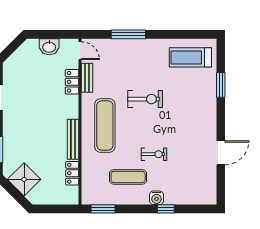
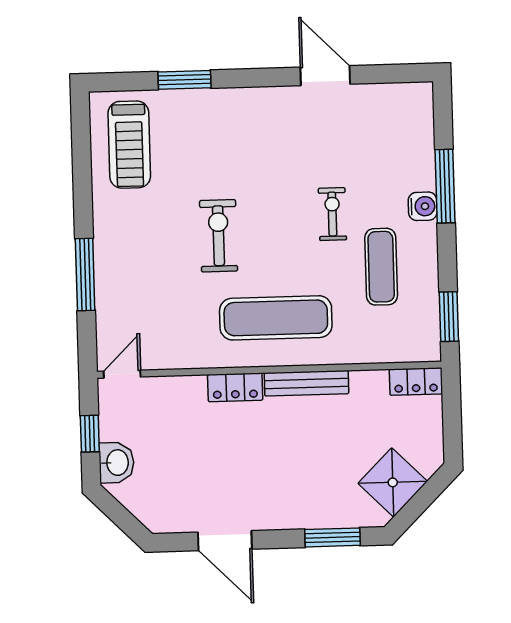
window: (52, 34) -> (90, 434), added
washbasin: (49, 47) -> (117, 463), moved
bench: (87, 78) -> (178, 358), removed
locker: (72, 82) -> (235, 387), moved
locker: (72, 173) -> (416, 382), moved
window: (166, 209) -> (445, 186), width x2.17

